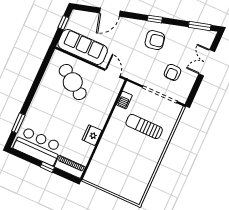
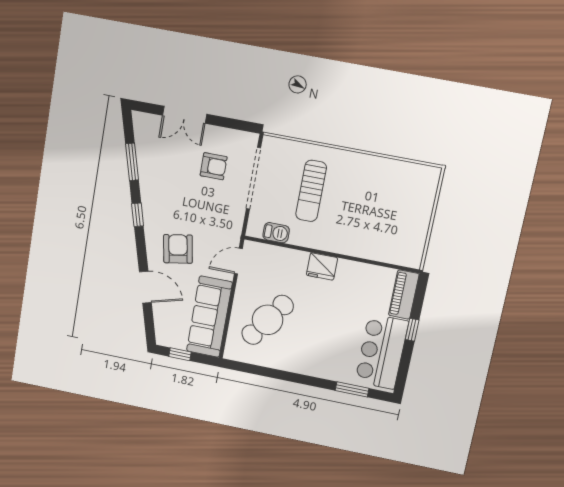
window: (200, 26) -> (132, 162), moved
armchair: (155, 40) -> (178, 249), moved
fridge: (92, 135) -> (322, 266), moved

